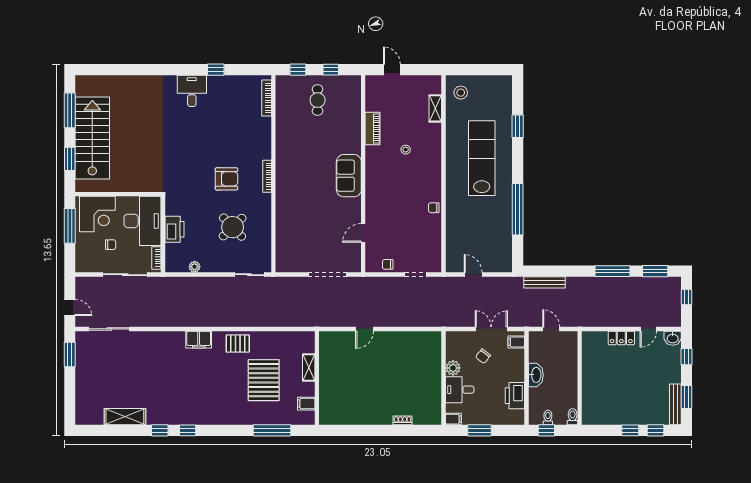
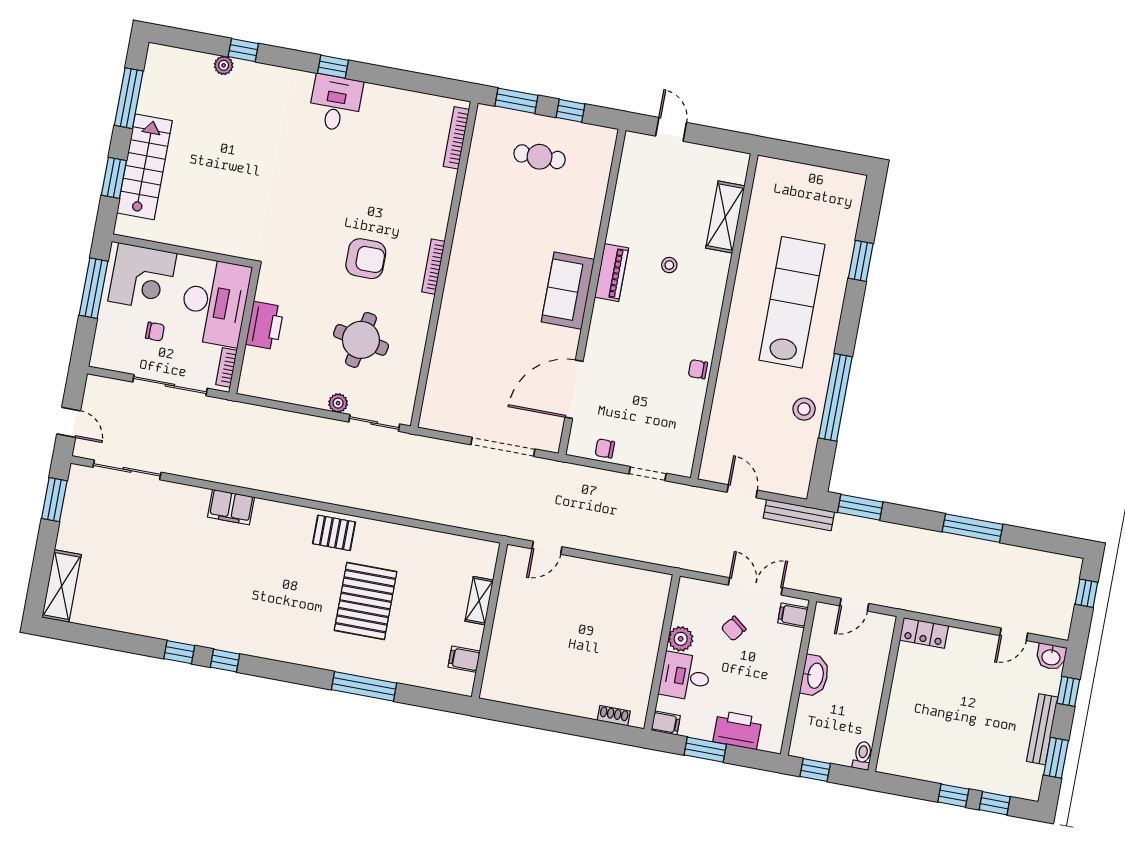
window: (132, 70) -> (243, 50), added
window: (216, 70) -> (333, 67), moved
window: (298, 70) -> (516, 101), width x1.50
plant: (122, 81) -> (224, 65), added
stool: (461, 93) -> (804, 409), moved
cafe table: (318, 100) -> (540, 157), turned 90
shelving: (435, 108) -> (725, 217), width x1.50, depth x1.33
piano: (372, 128) -> (612, 273), moved
stairs: (92, 138) -> (145, 167), width x0.73, depth x0.66
round table: (233, 227) -> (361, 340), turned -35
door: (363, 233) -> (574, 389), width x1.88
plant: (195, 267) -> (338, 403), moved
window: (655, 271) -> (860, 507), moved
bench: (545, 282) -> (799, 515), moved
door: (551, 329) -> (854, 605), swing flipped
locker: (621, 338) -> (924, 633), moved
filing cabinet: (199, 340) -> (231, 507), moved
shelving: (309, 368) -> (479, 601), moved
wall: (317, 378) -> (489, 620), moved
printer: (515, 396) -> (738, 730), moved, turned 90
filing cabinet: (306, 404) -> (464, 659), moved
bench: (675, 404) -> (1042, 729), moved
shelving: (125, 417) -> (62, 586), moved, turned 90
toilet: (548, 418) -> (822, 749), removed
shoe rack: (403, 420) -> (614, 716), moved

